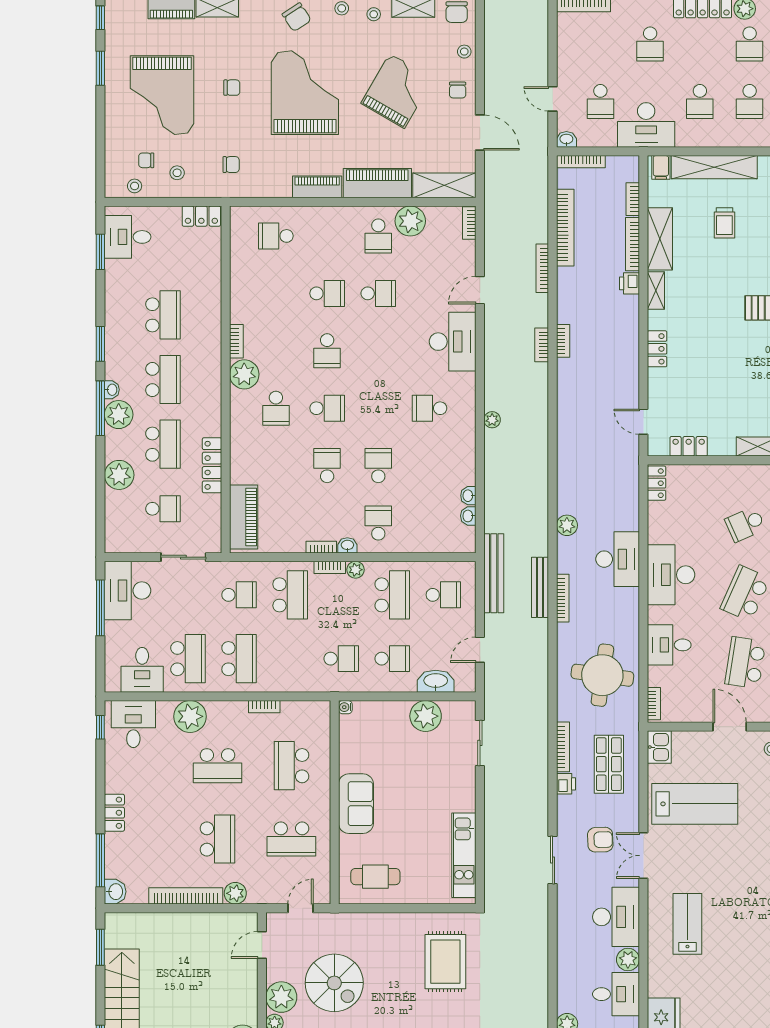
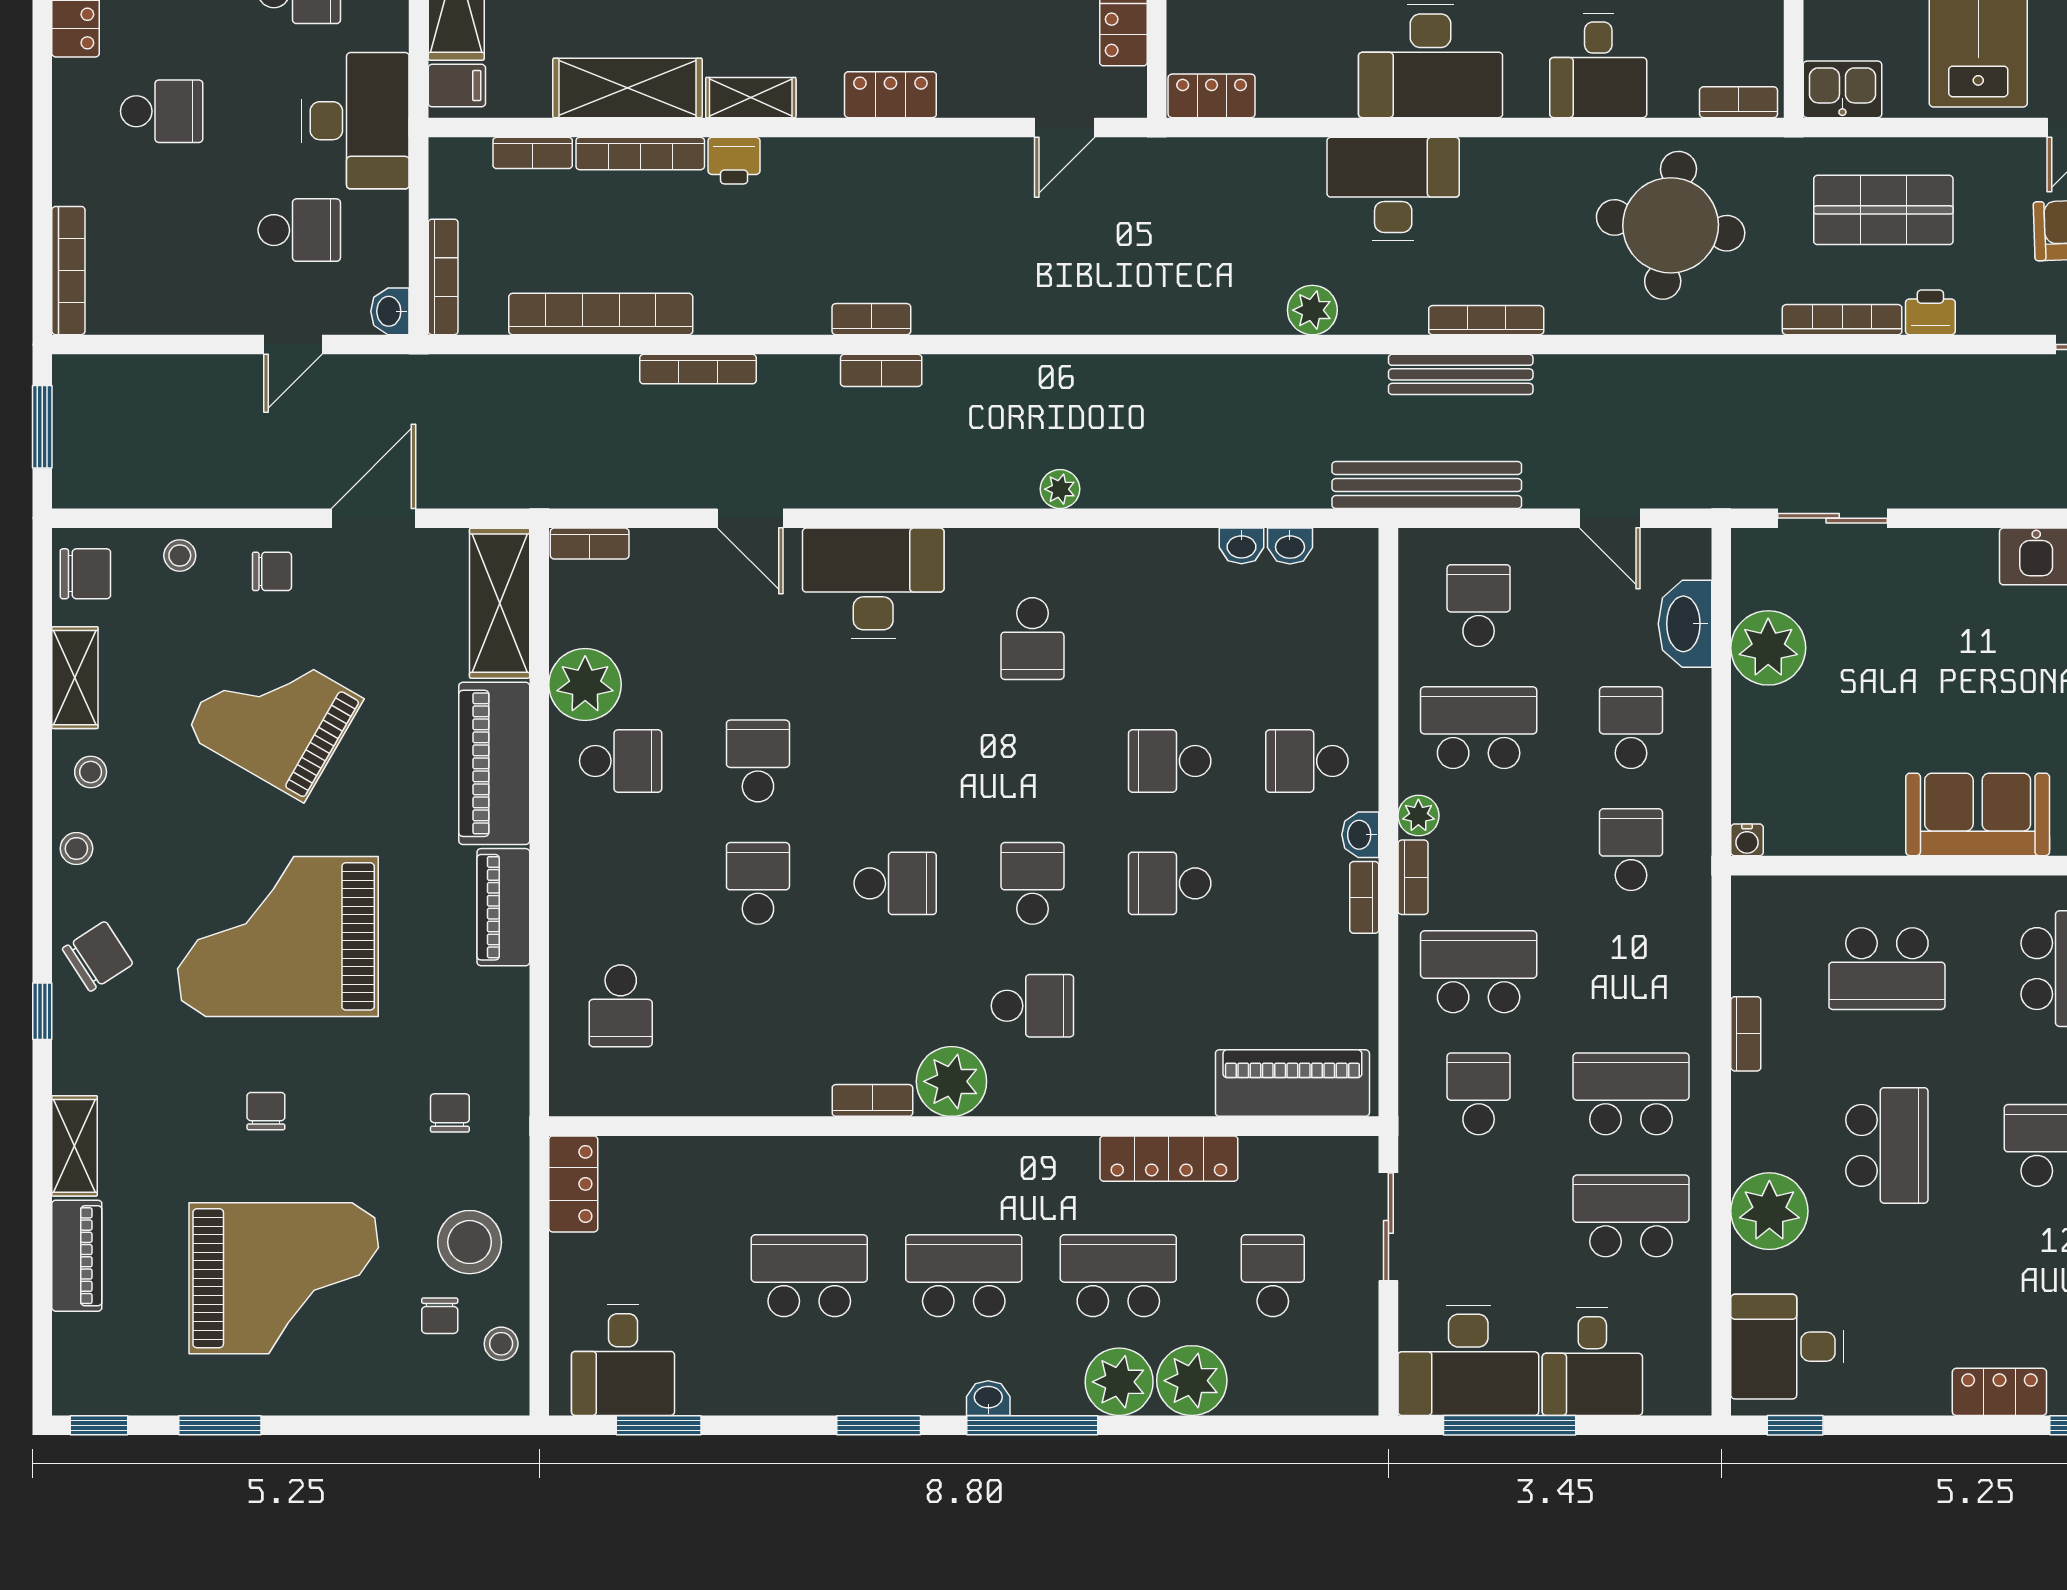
stool: (177, 173) -> (470, 1242), width x1.89, depth x1.89
plant: (119, 415) -> (1119, 1382), moved
desk: (142, 670) -> (1592, 1362), moved, turned 90

